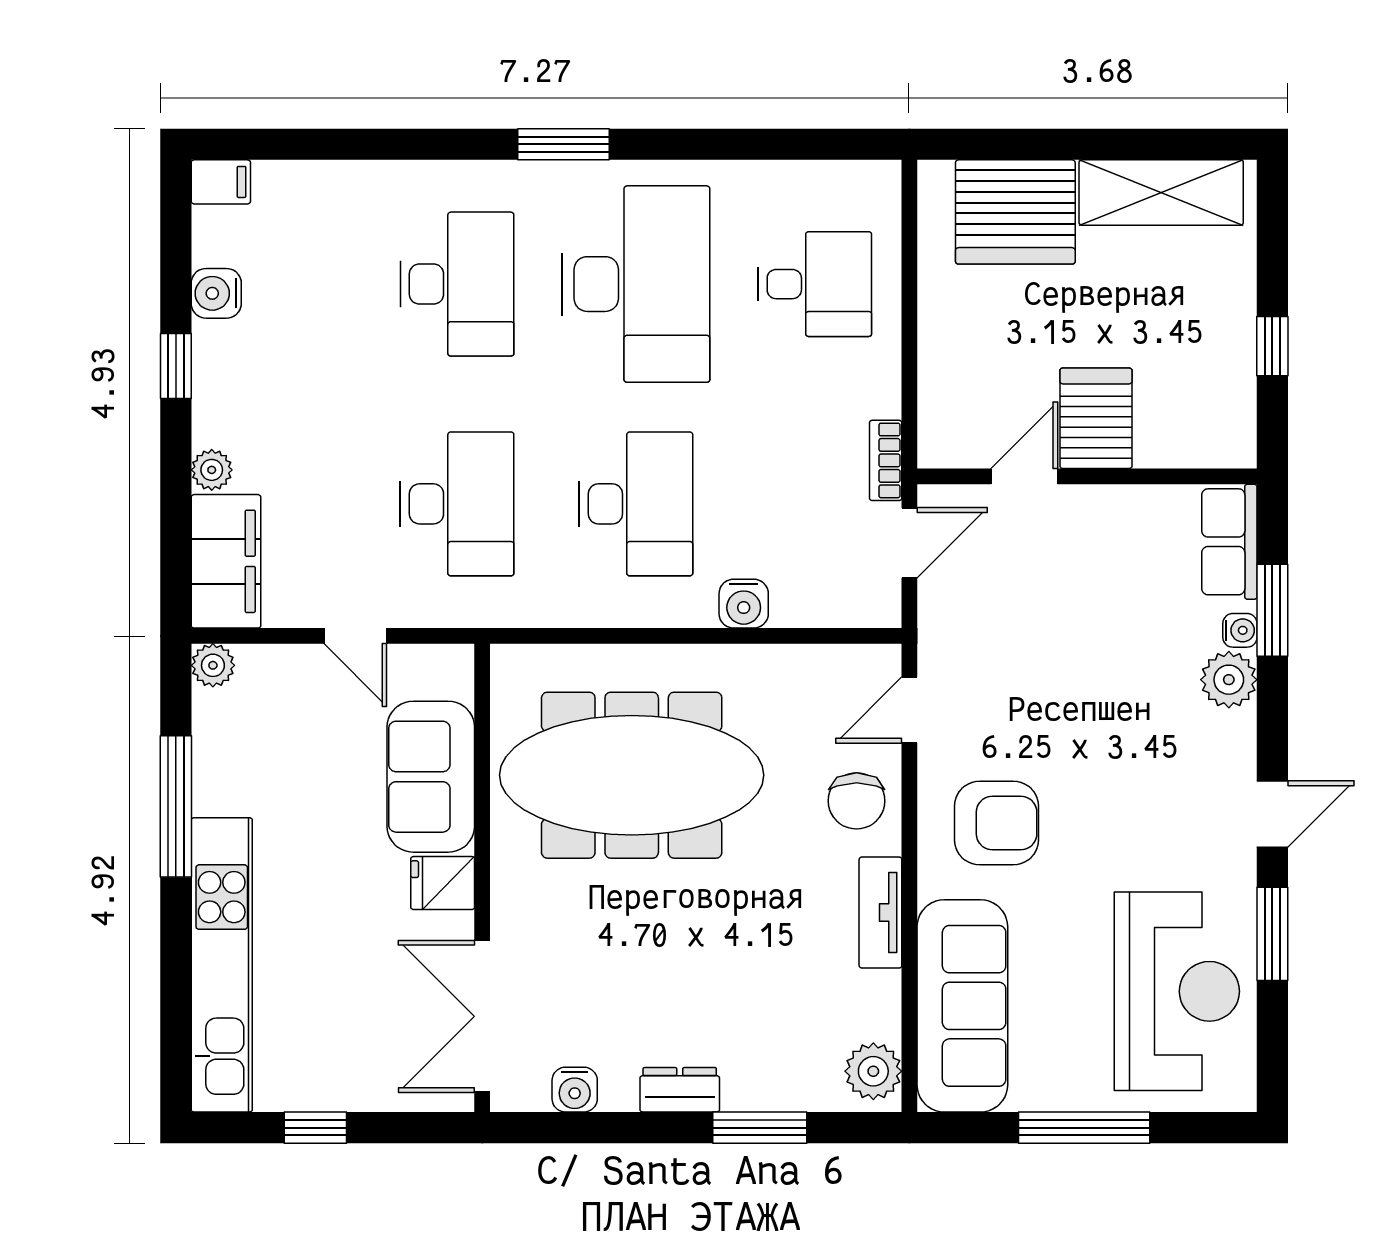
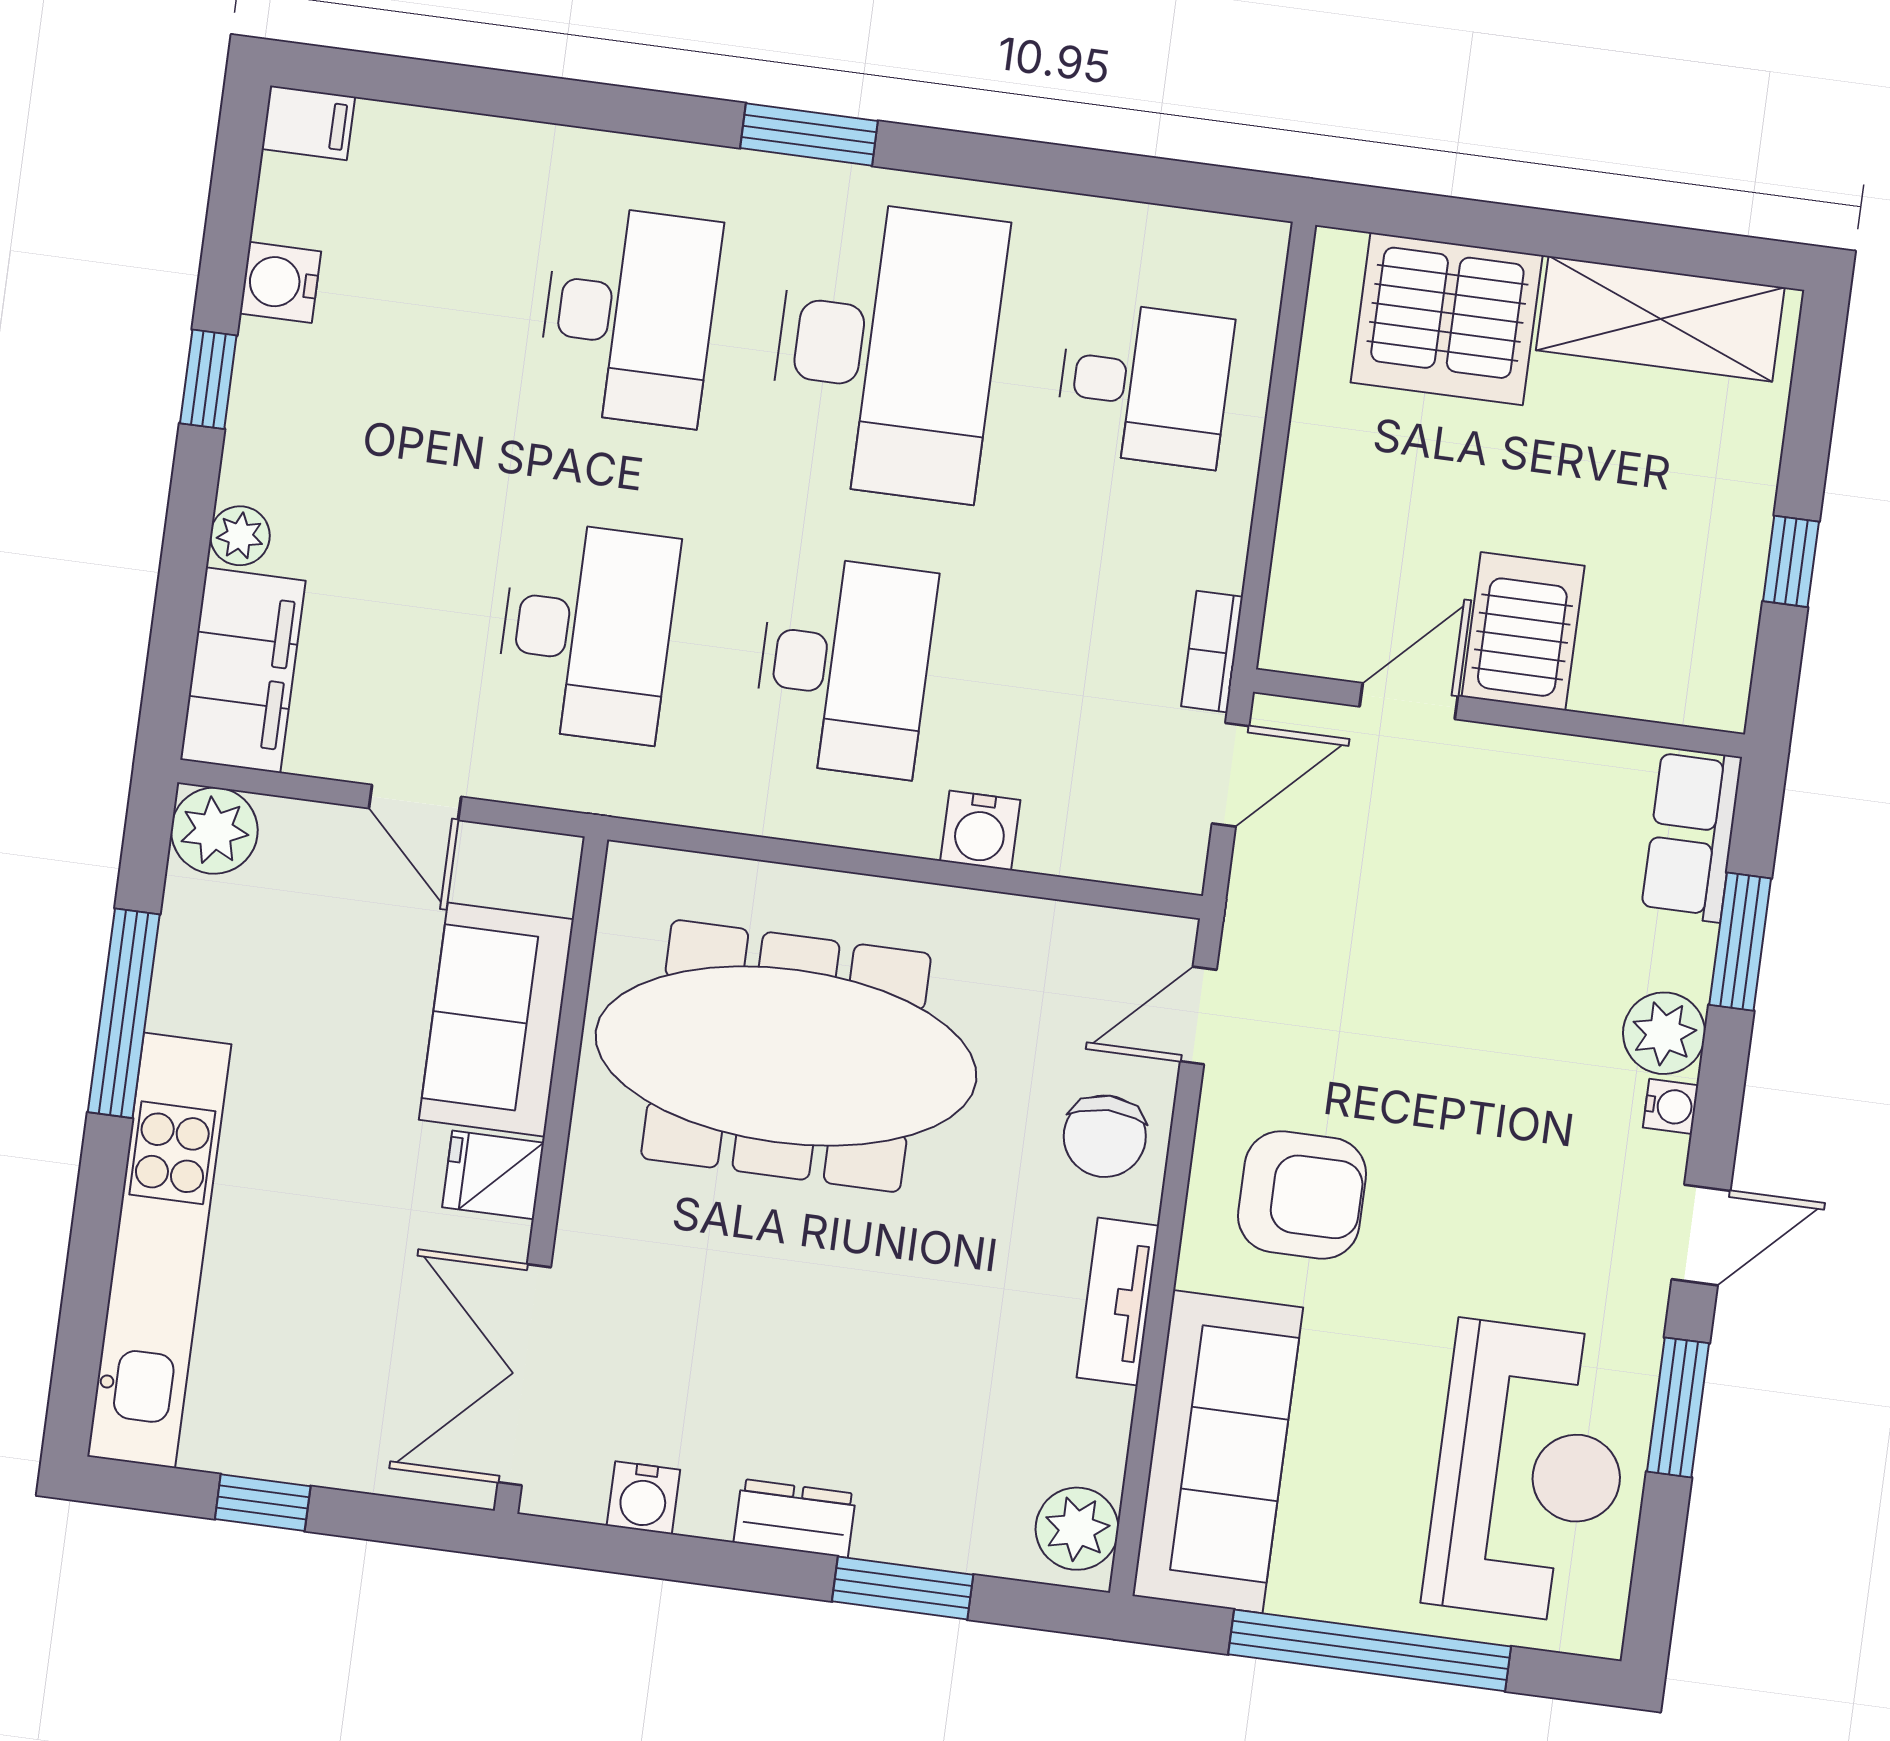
water cooler: (1240, 630) -> (1671, 1106), moved
plant: (213, 665) -> (214, 831), width x1.38, depth x1.38
window: (1084, 1128) -> (1370, 1650), width x1.46

